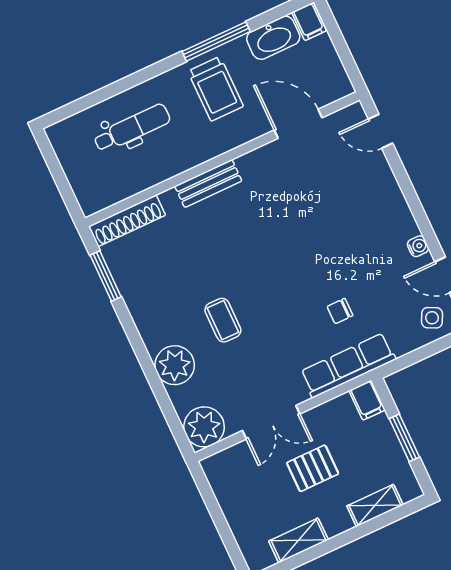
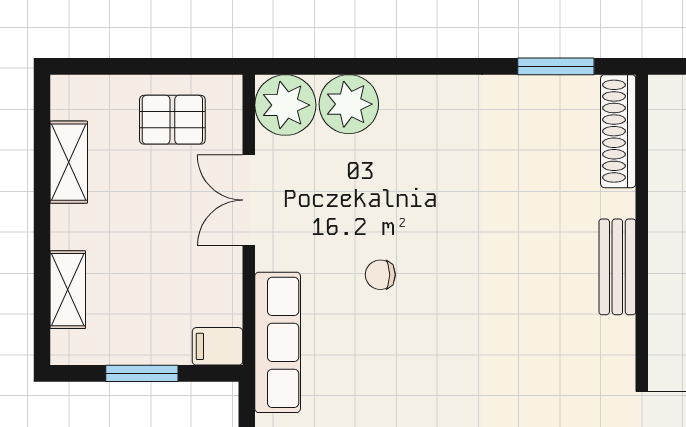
chair: (340, 311) -> (380, 275), moved, turned -90
coffee table: (223, 320) -> (420, 199), removed
plant: (175, 365) -> (349, 104), moved
pallet: (313, 468) -> (172, 120), moved, turned 90

